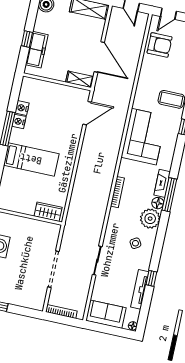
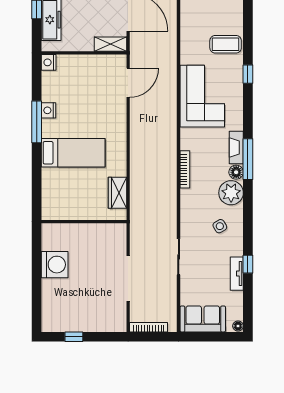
nightstand: (22, 108) -> (49, 62), moved
wardrobe: (48, 212) -> (117, 193), moved, turned -90
tv unit: (140, 289) -> (237, 274), width x0.71

